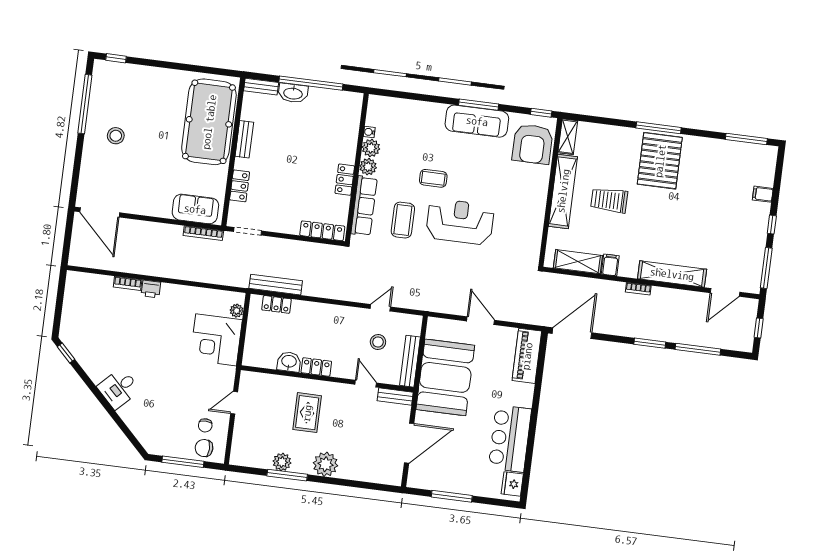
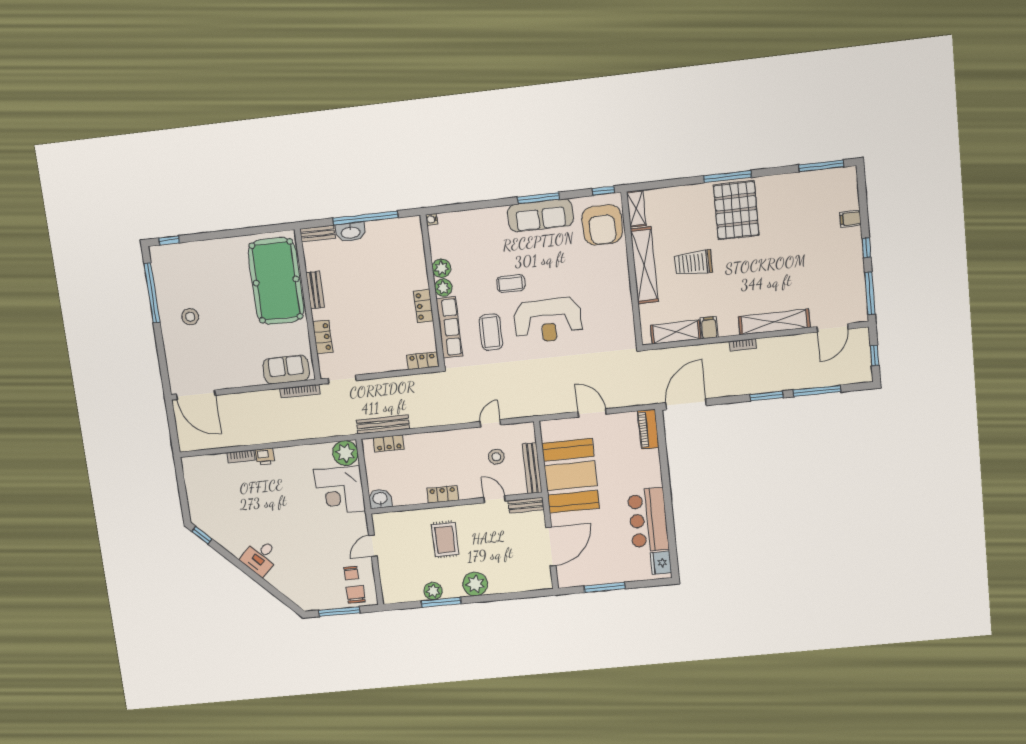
water cooler: (369, 132) -> (432, 219), moved
reception desk: (460, 222) -> (548, 320), turned 180
locker: (322, 231) -> (422, 361), width x0.66
plant: (237, 311) -> (345, 453), width x1.87, depth x1.87
piano: (527, 356) -> (648, 429), width x0.73, depth x0.75
washbasin: (289, 362) -> (380, 499), moved
chair: (204, 448) -> (356, 594), turned 90

